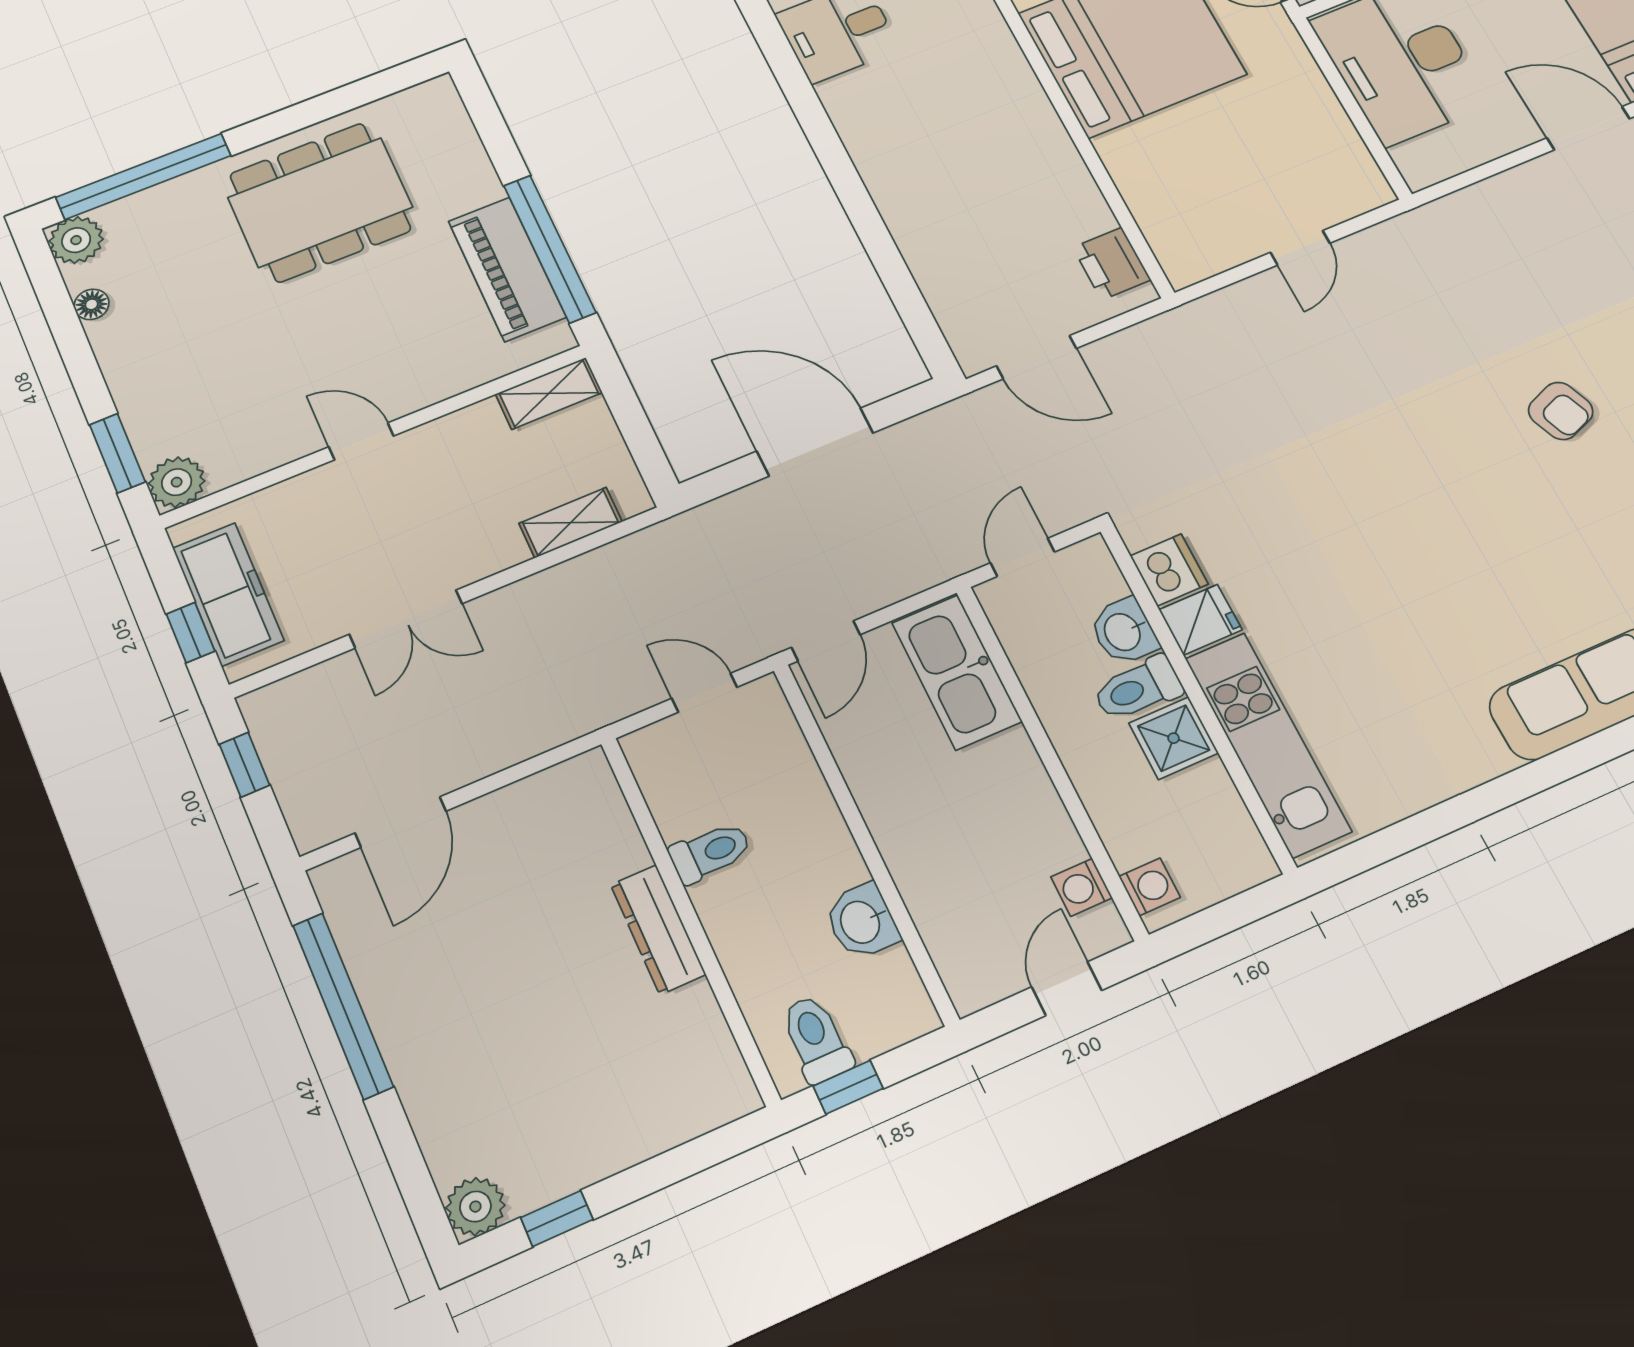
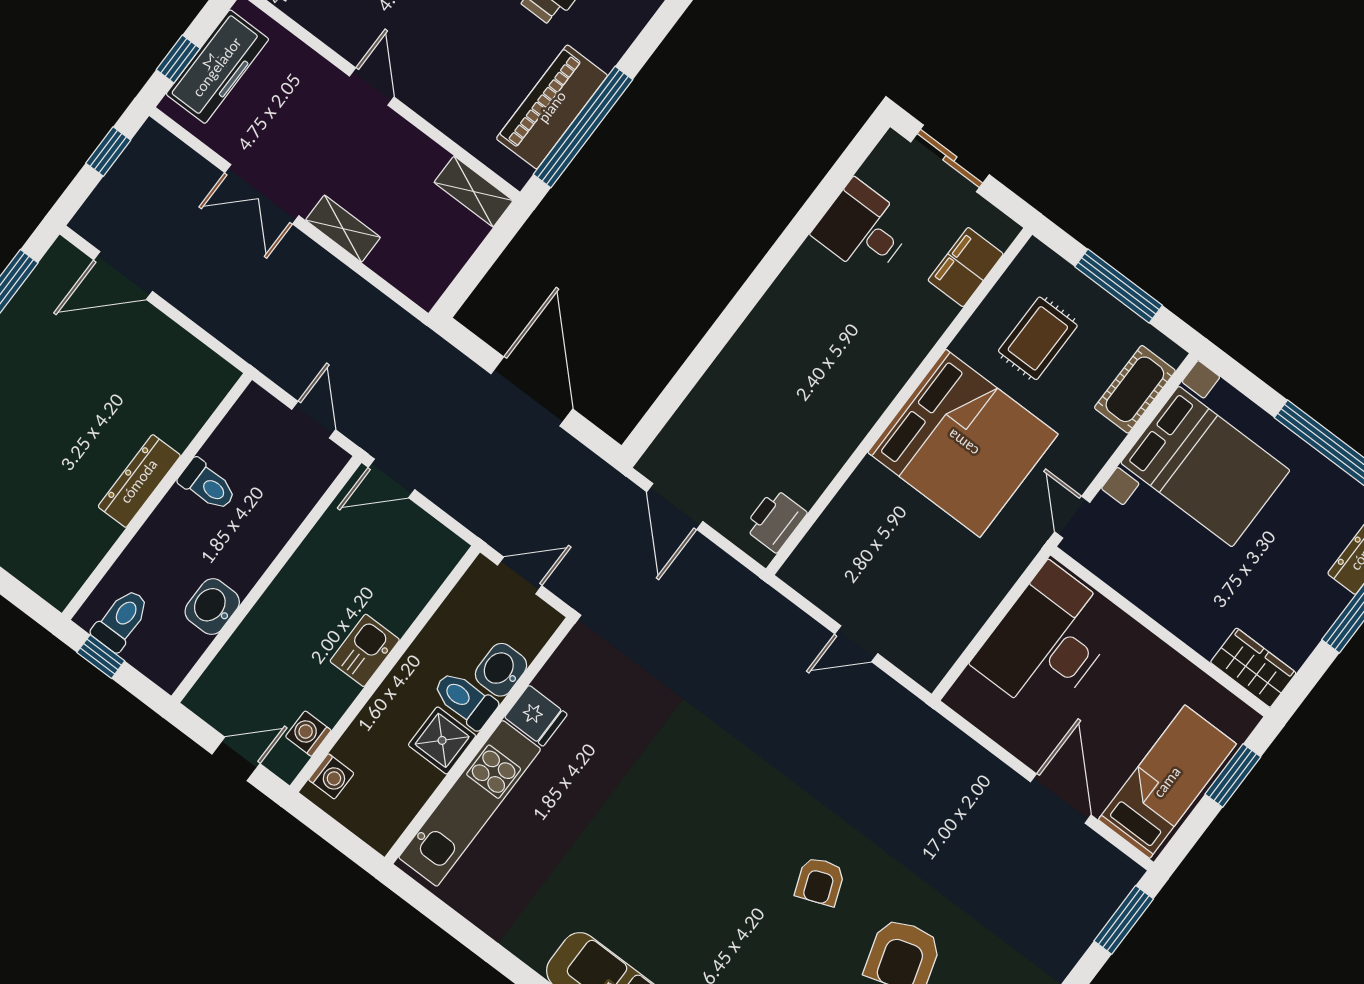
shelving: (571, 523) -> (343, 229), moved
dishwasher: (1169, 570) -> (561, 677), removed
kitchen sink: (957, 672) -> (365, 650), moved, width x0.53, depth x0.81

